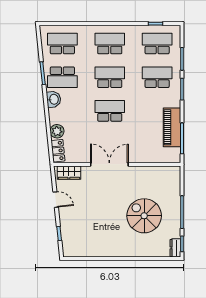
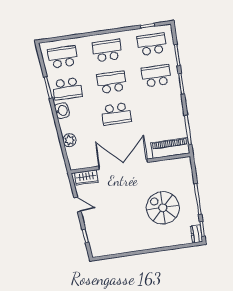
school desk: (110, 111) -> (116, 114), turned 180
piano: (172, 127) -> (170, 148), moved, turned 90
locker: (58, 151) -> (73, 158), removed
double door: (109, 164) -> (123, 164), width x1.36

